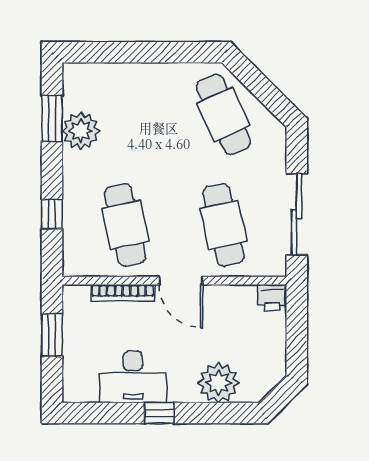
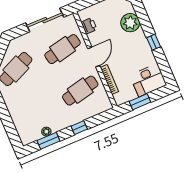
plant: (81, 131) -> (46, 132), width x0.53, depth x0.53
window: (52, 214) -> (79, 128), moved
printer: (272, 298) -> (89, 26), moved
desk: (133, 377) -> (148, 80), moved, turned 90

